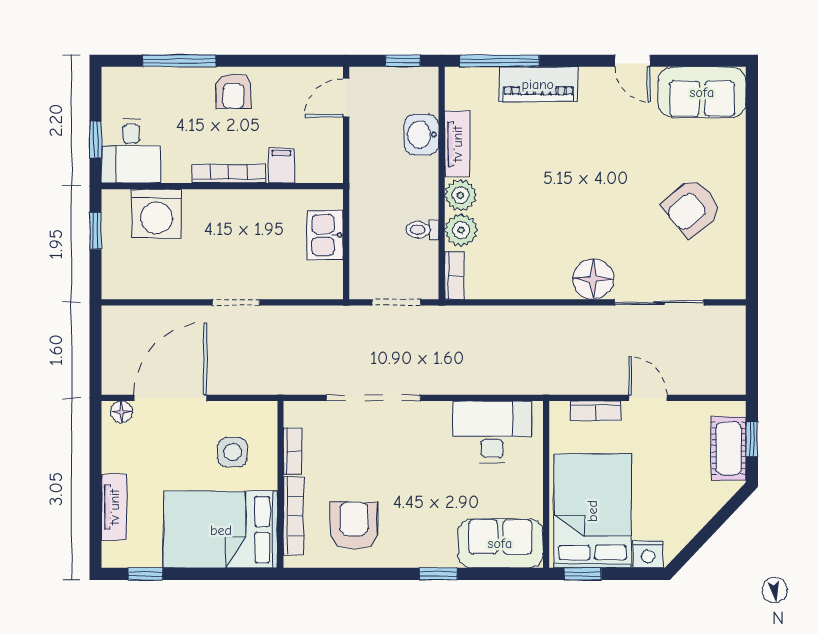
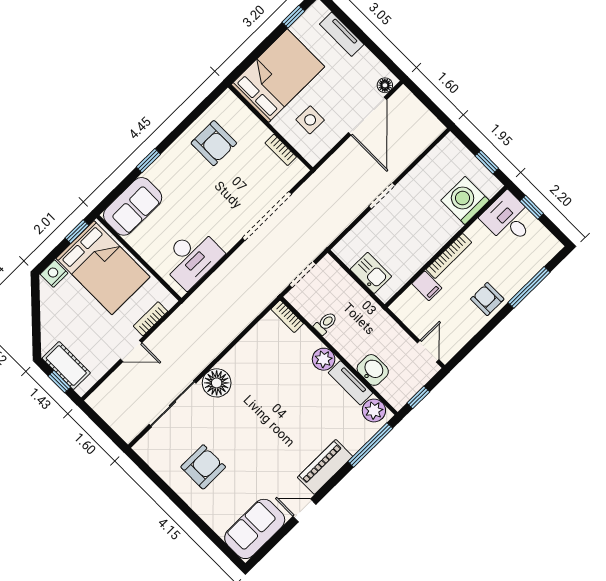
piano: (538, 84) -> (325, 467), moved
armchair: (692, 207) -> (203, 467), turned 39
plant: (461, 230) -> (374, 410), moved
bookcase: (293, 516) -> (249, 118), removed

